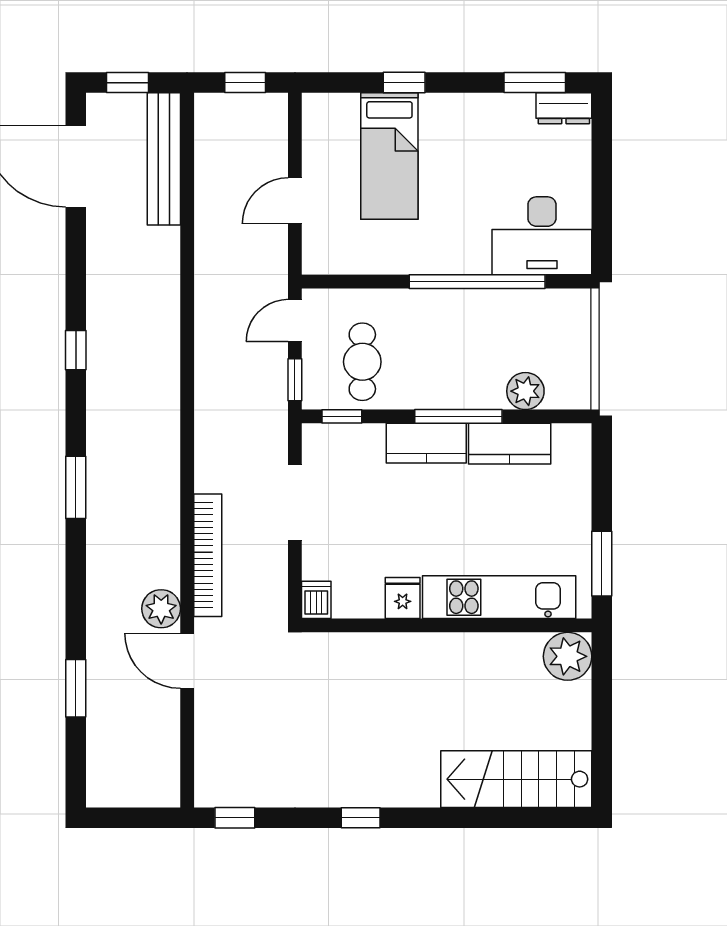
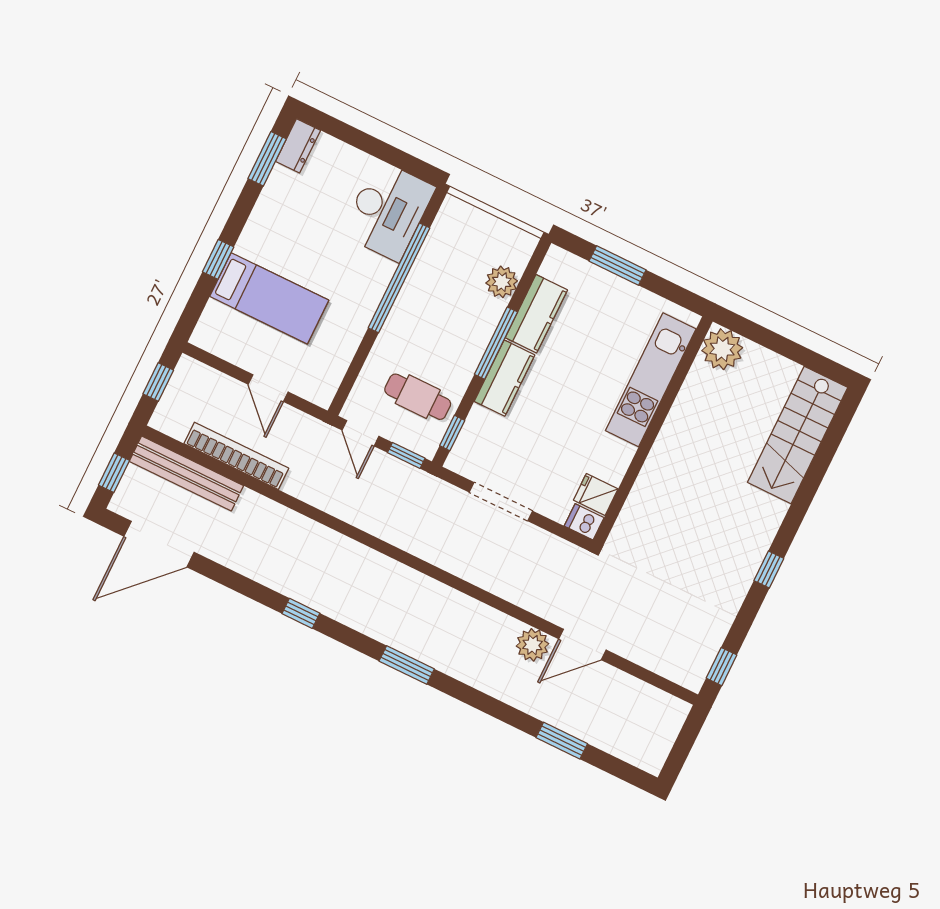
bookcase: (208, 555) -> (236, 456), moved
window: (602, 564) -> (618, 265), moved
fridge: (403, 598) -> (596, 495), moved

